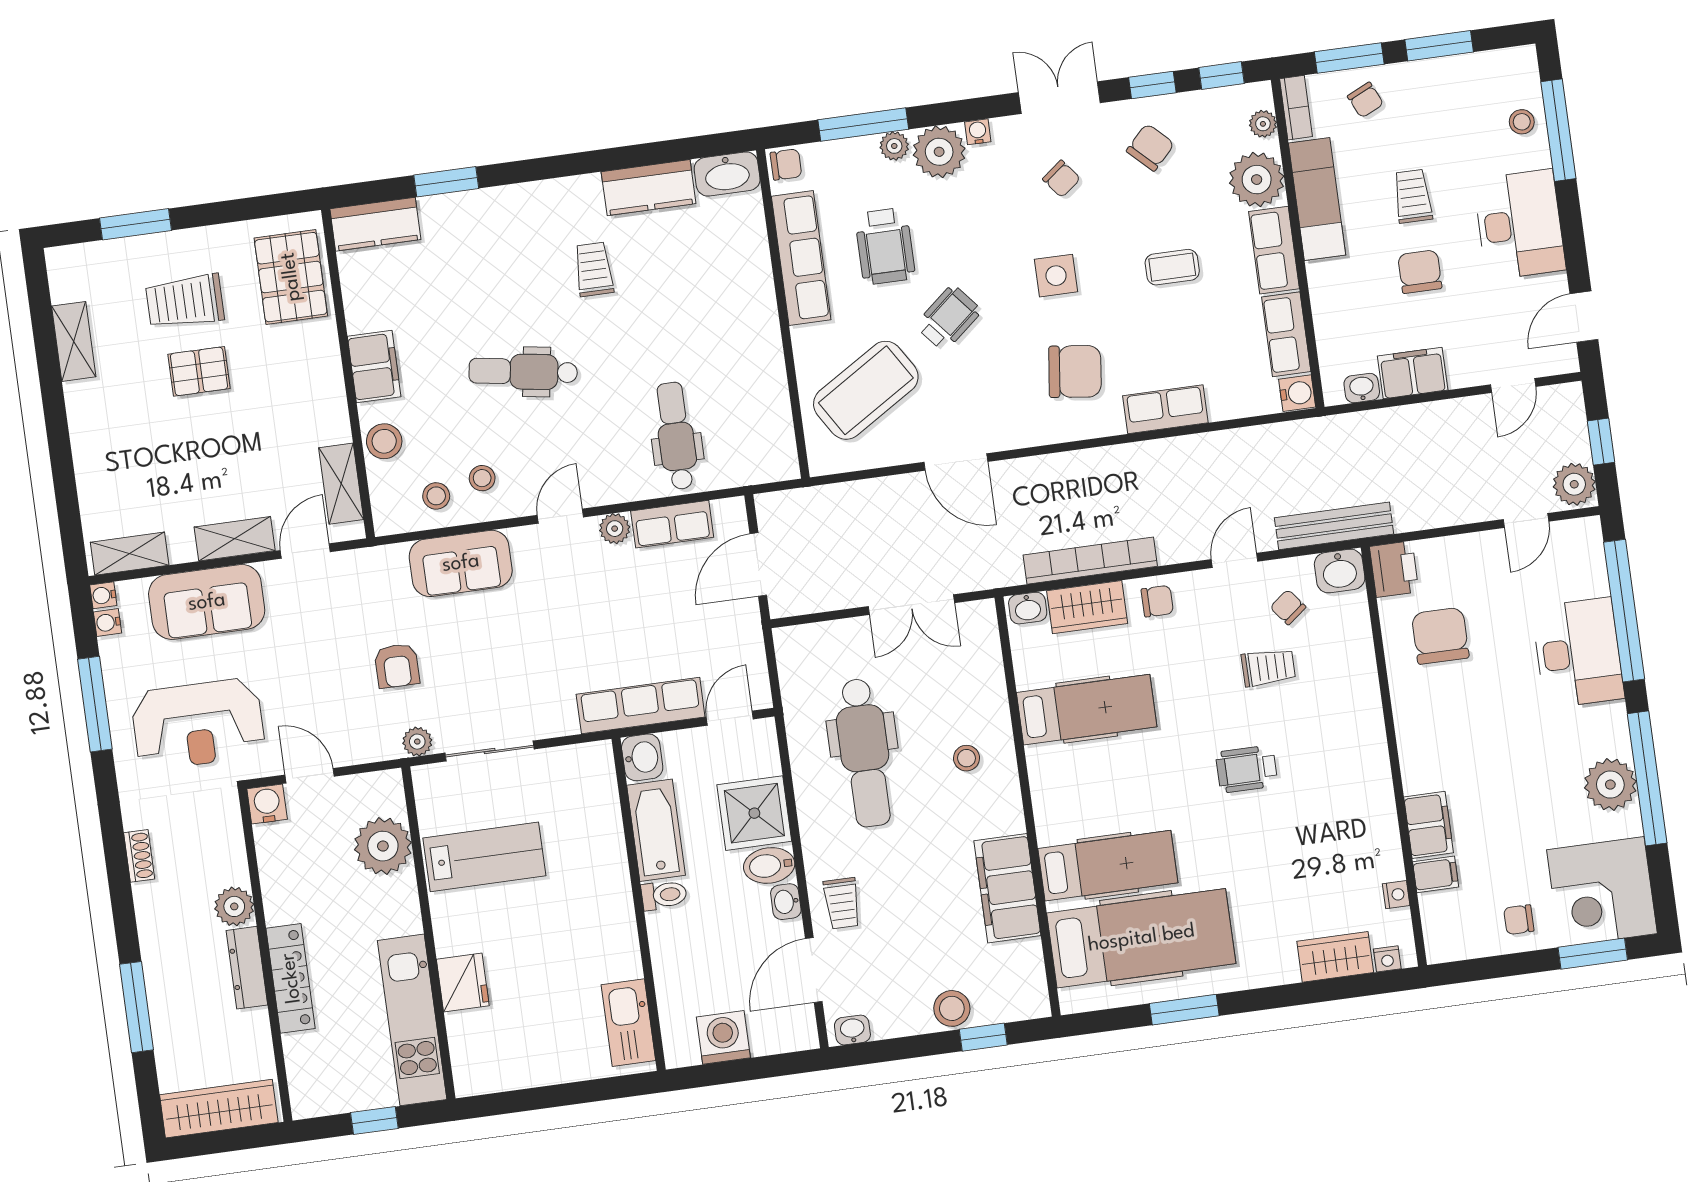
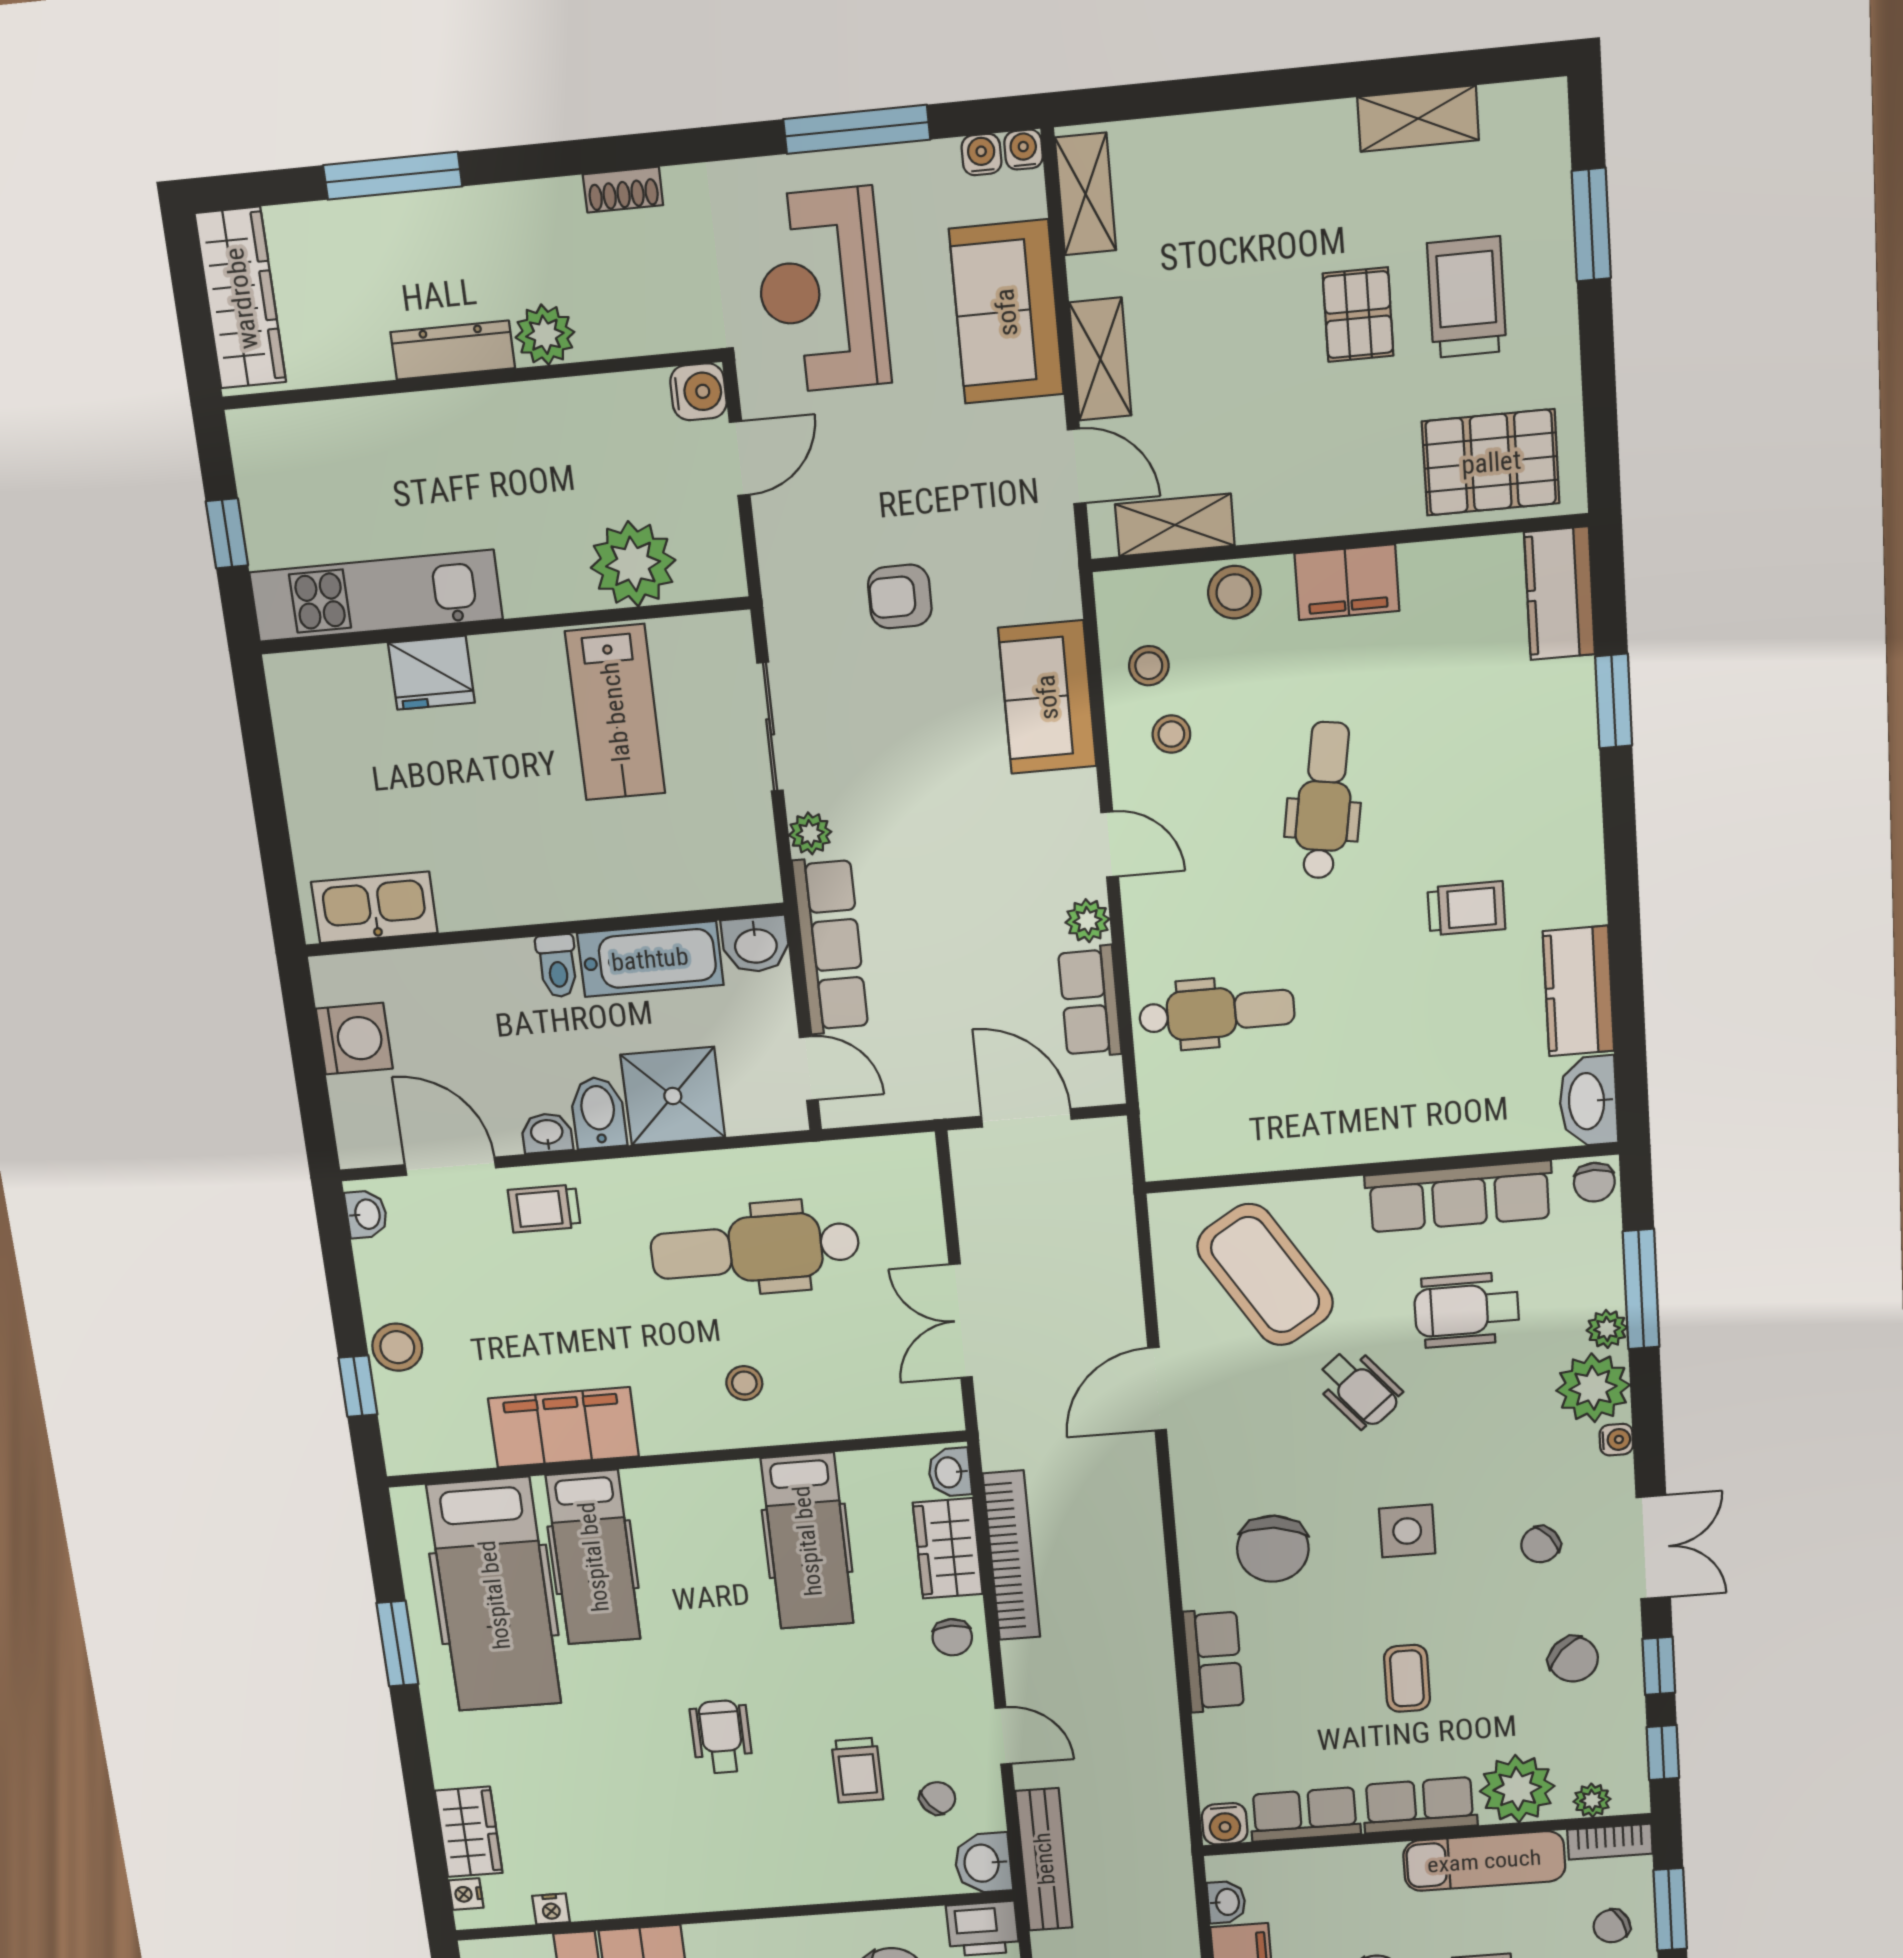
plant: (417, 742) -> (810, 833), moved
locker: (291, 978) -> (437, 416), removed

